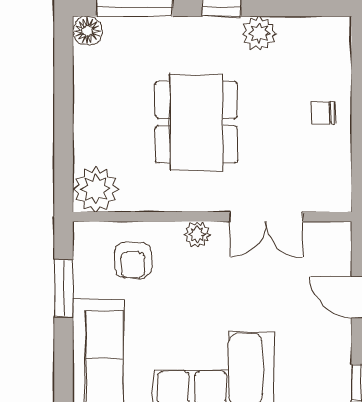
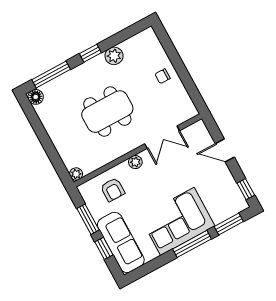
dining table: (196, 122) -> (107, 112), turned 90
plant: (96, 189) -> (76, 174), width x0.53, depth x0.53
window: (63, 353) -> (104, 248), added

